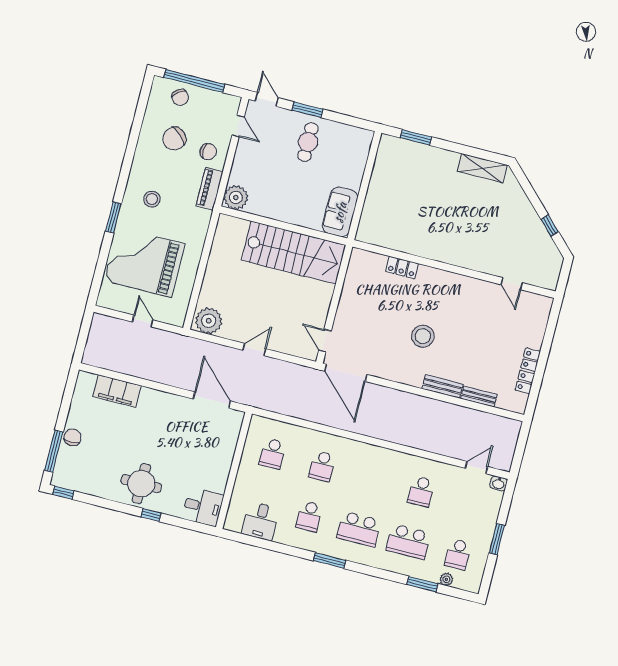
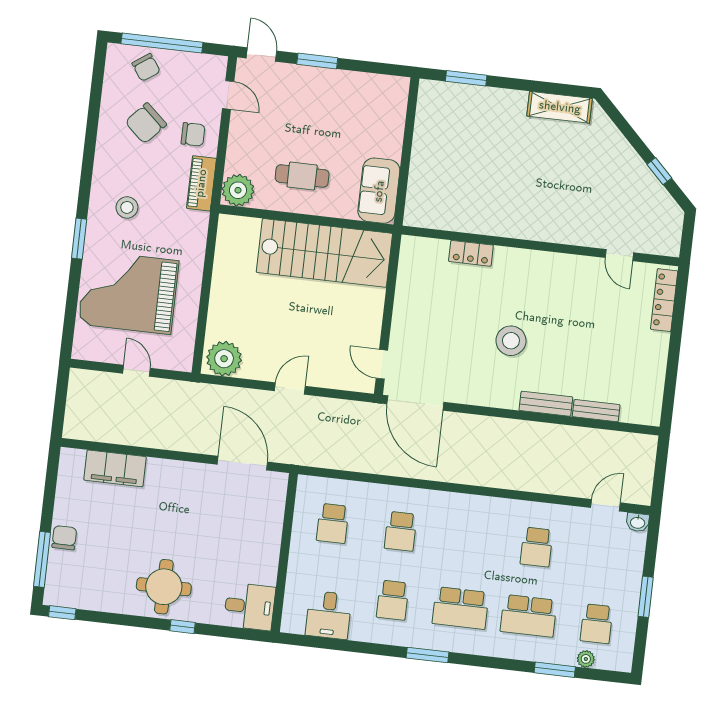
cafe table: (308, 142) -> (302, 176), moved, turned 90
locker: (528, 371) -> (664, 300), moved

